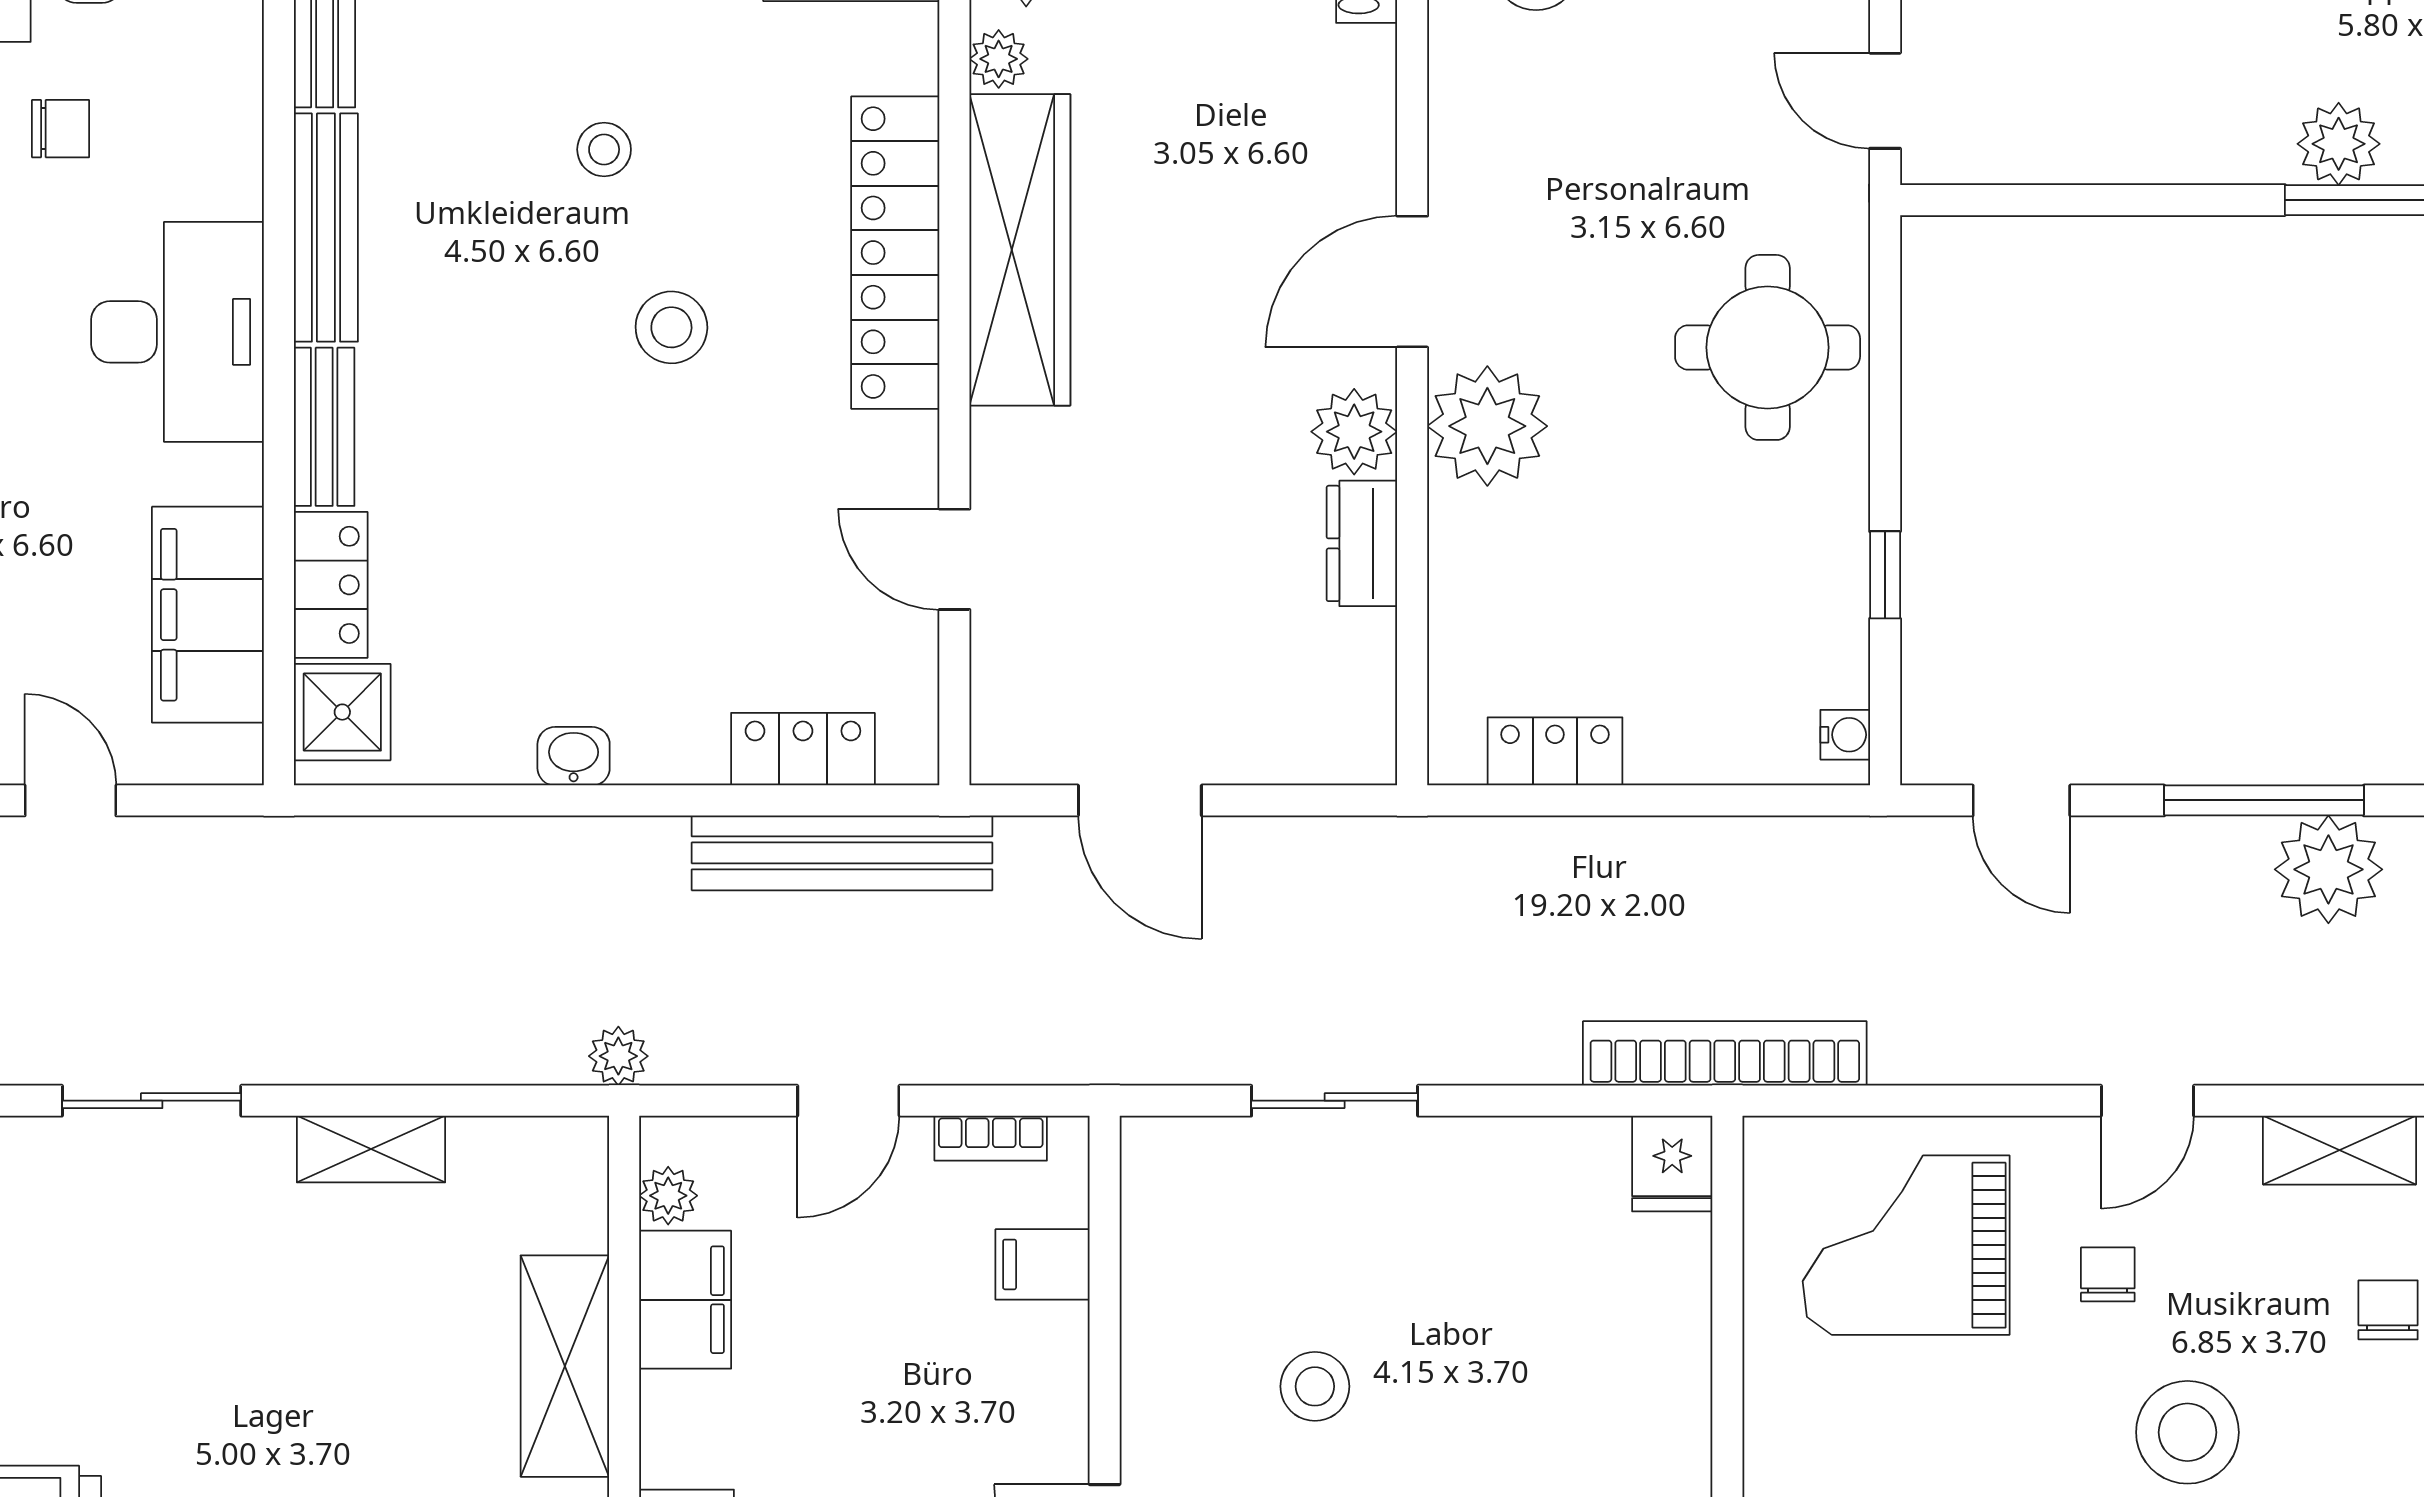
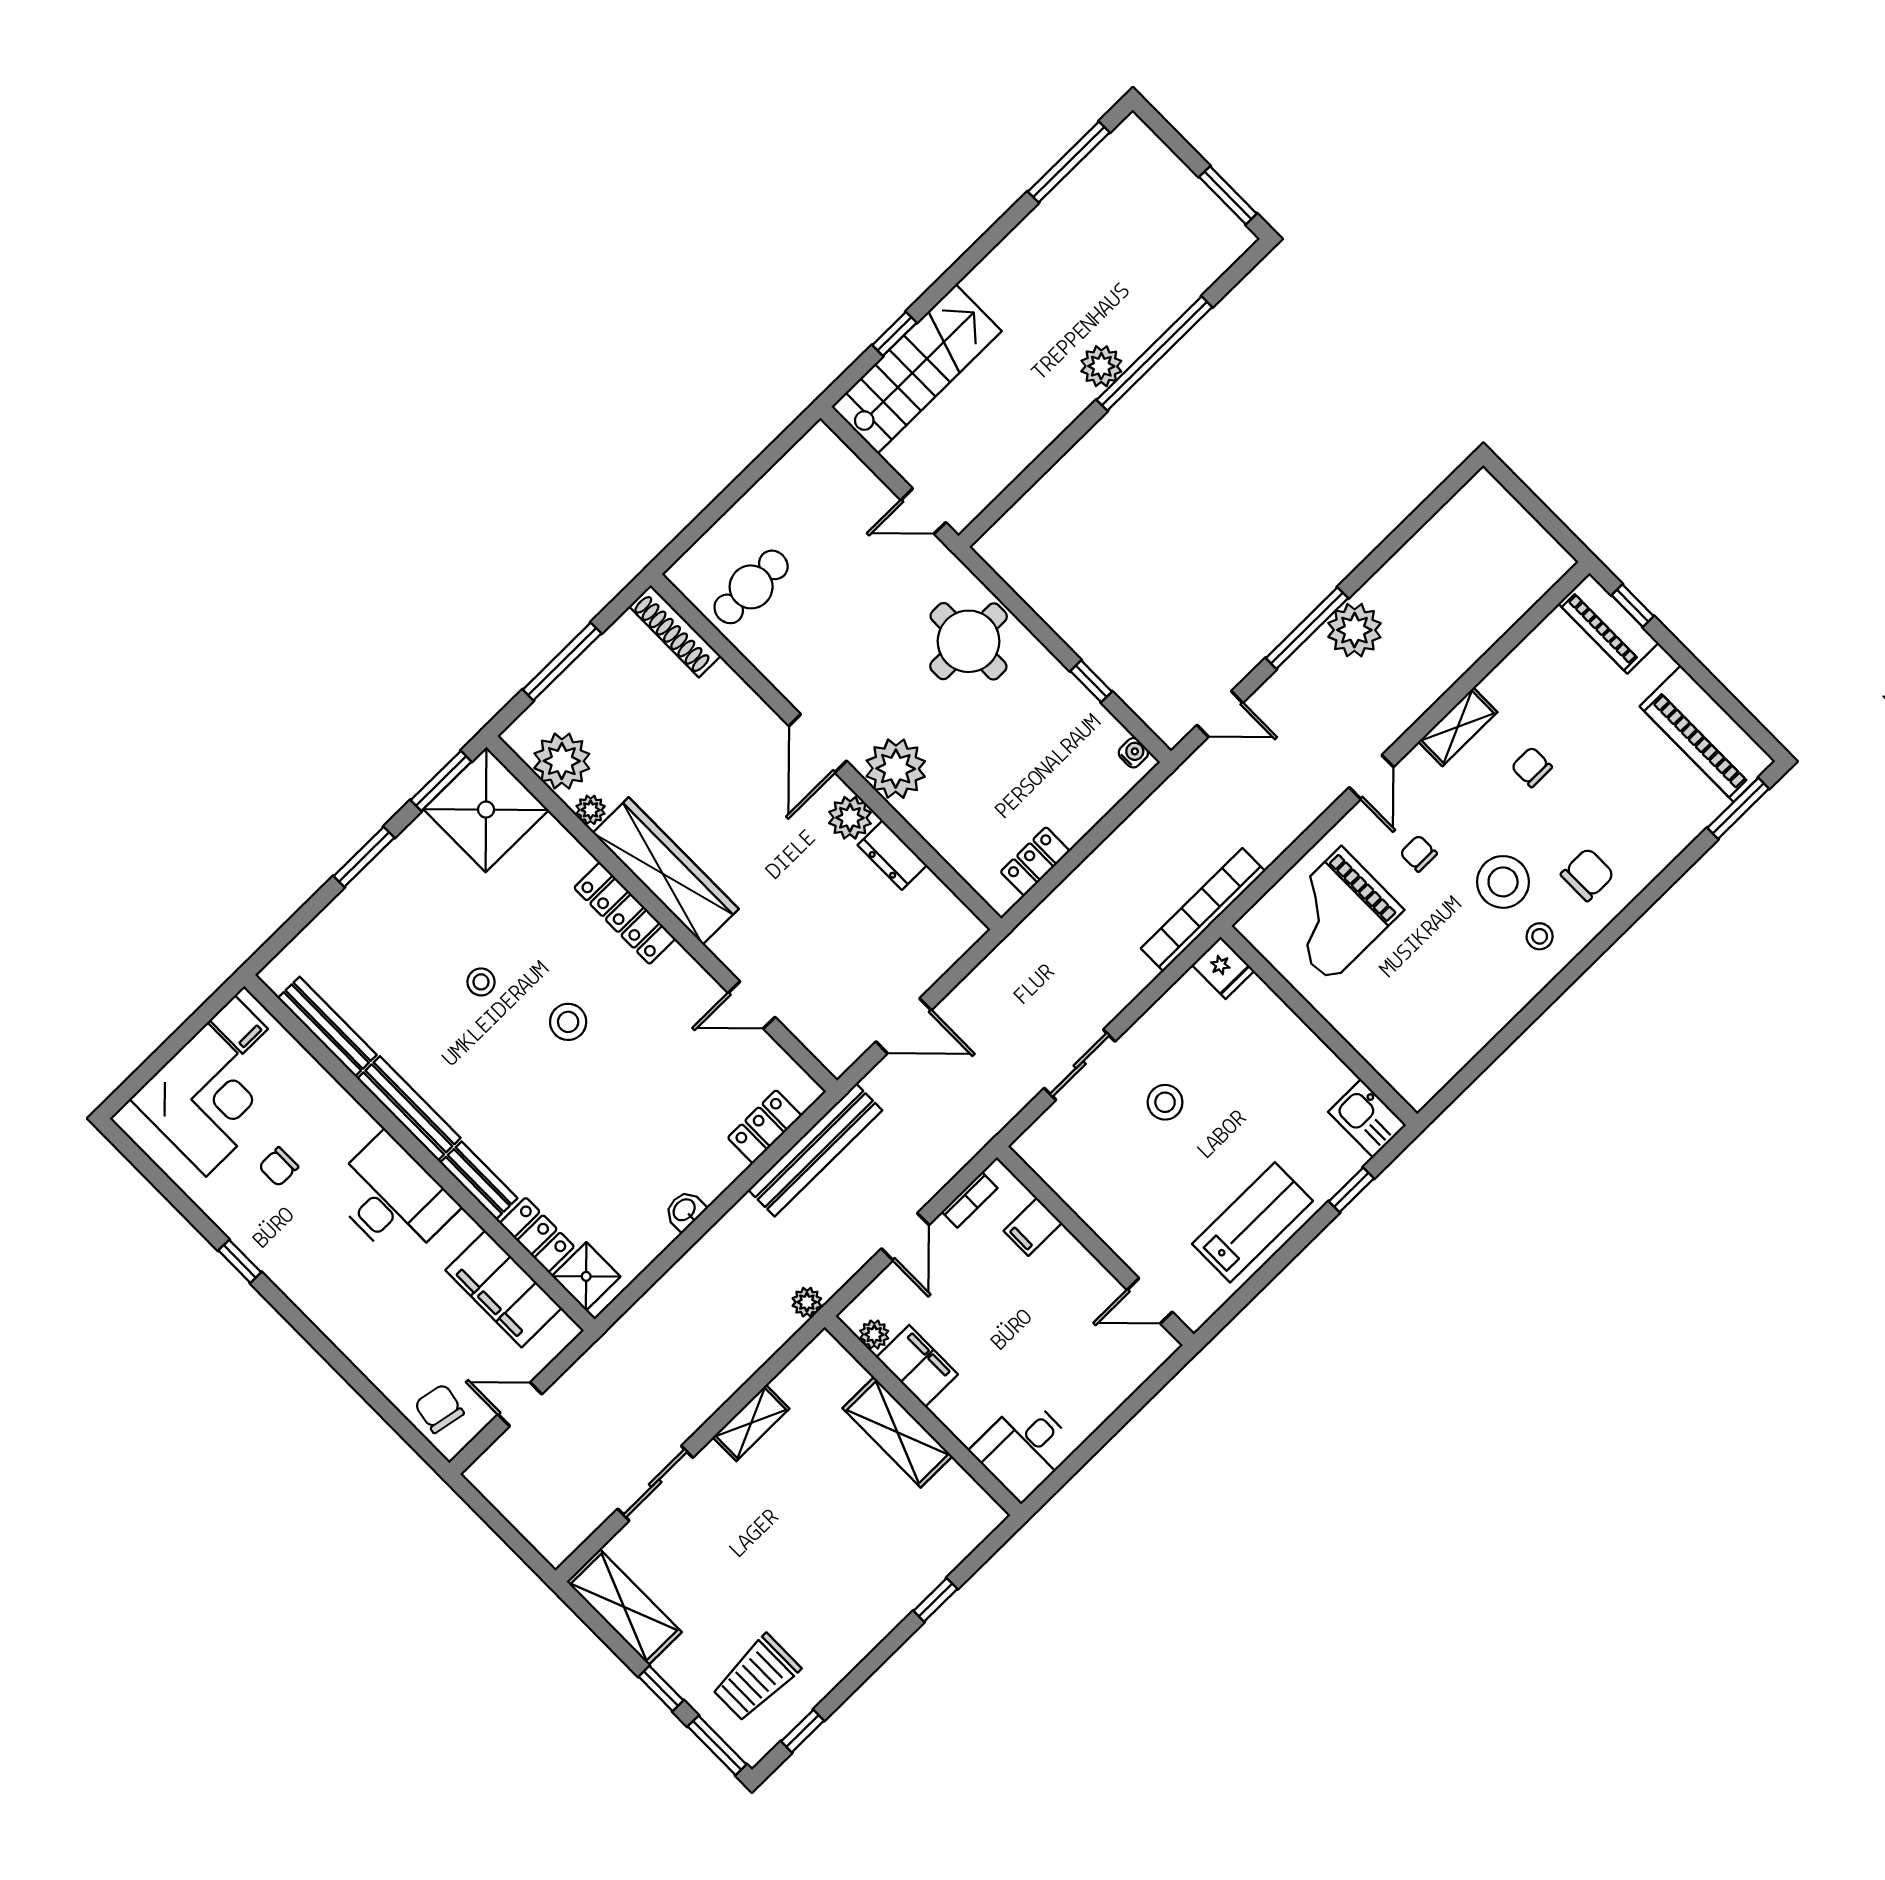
chair: (61, 129) -> (279, 1167), turned 180
locker: (895, 253) -> (625, 913), width x0.71, depth x0.83
stool: (1315, 1386) -> (1165, 1102), moved

